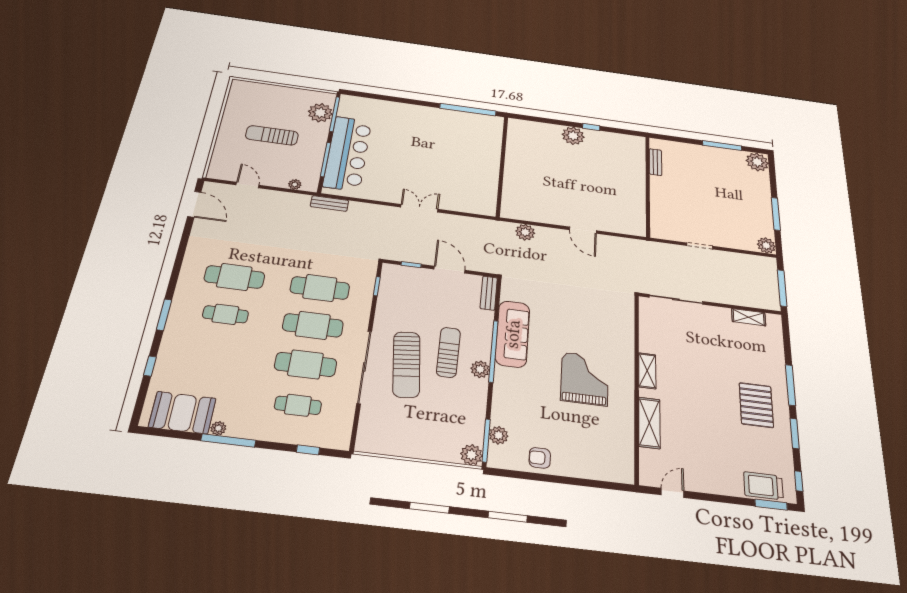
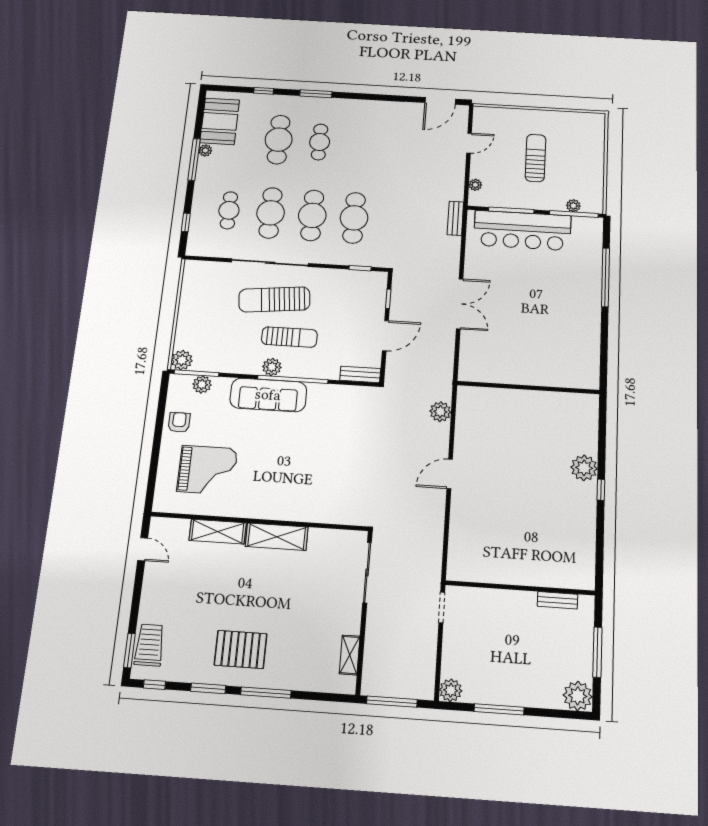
window: (468, 110) -> (606, 277), moved
plant: (320, 113) -> (573, 206), width x0.53, depth x0.53
bench: (655, 162) -> (557, 600), moved
wall: (648, 186) -> (520, 588), moved
double door: (419, 208) -> (460, 304), width x1.37
cafe table: (234, 277) -> (279, 140), moved
sofa: (513, 334) -> (268, 395), moved
shelving: (647, 371) -> (277, 537), width x1.50, depth x1.33
grand piano: (585, 379) -> (207, 470), moved

